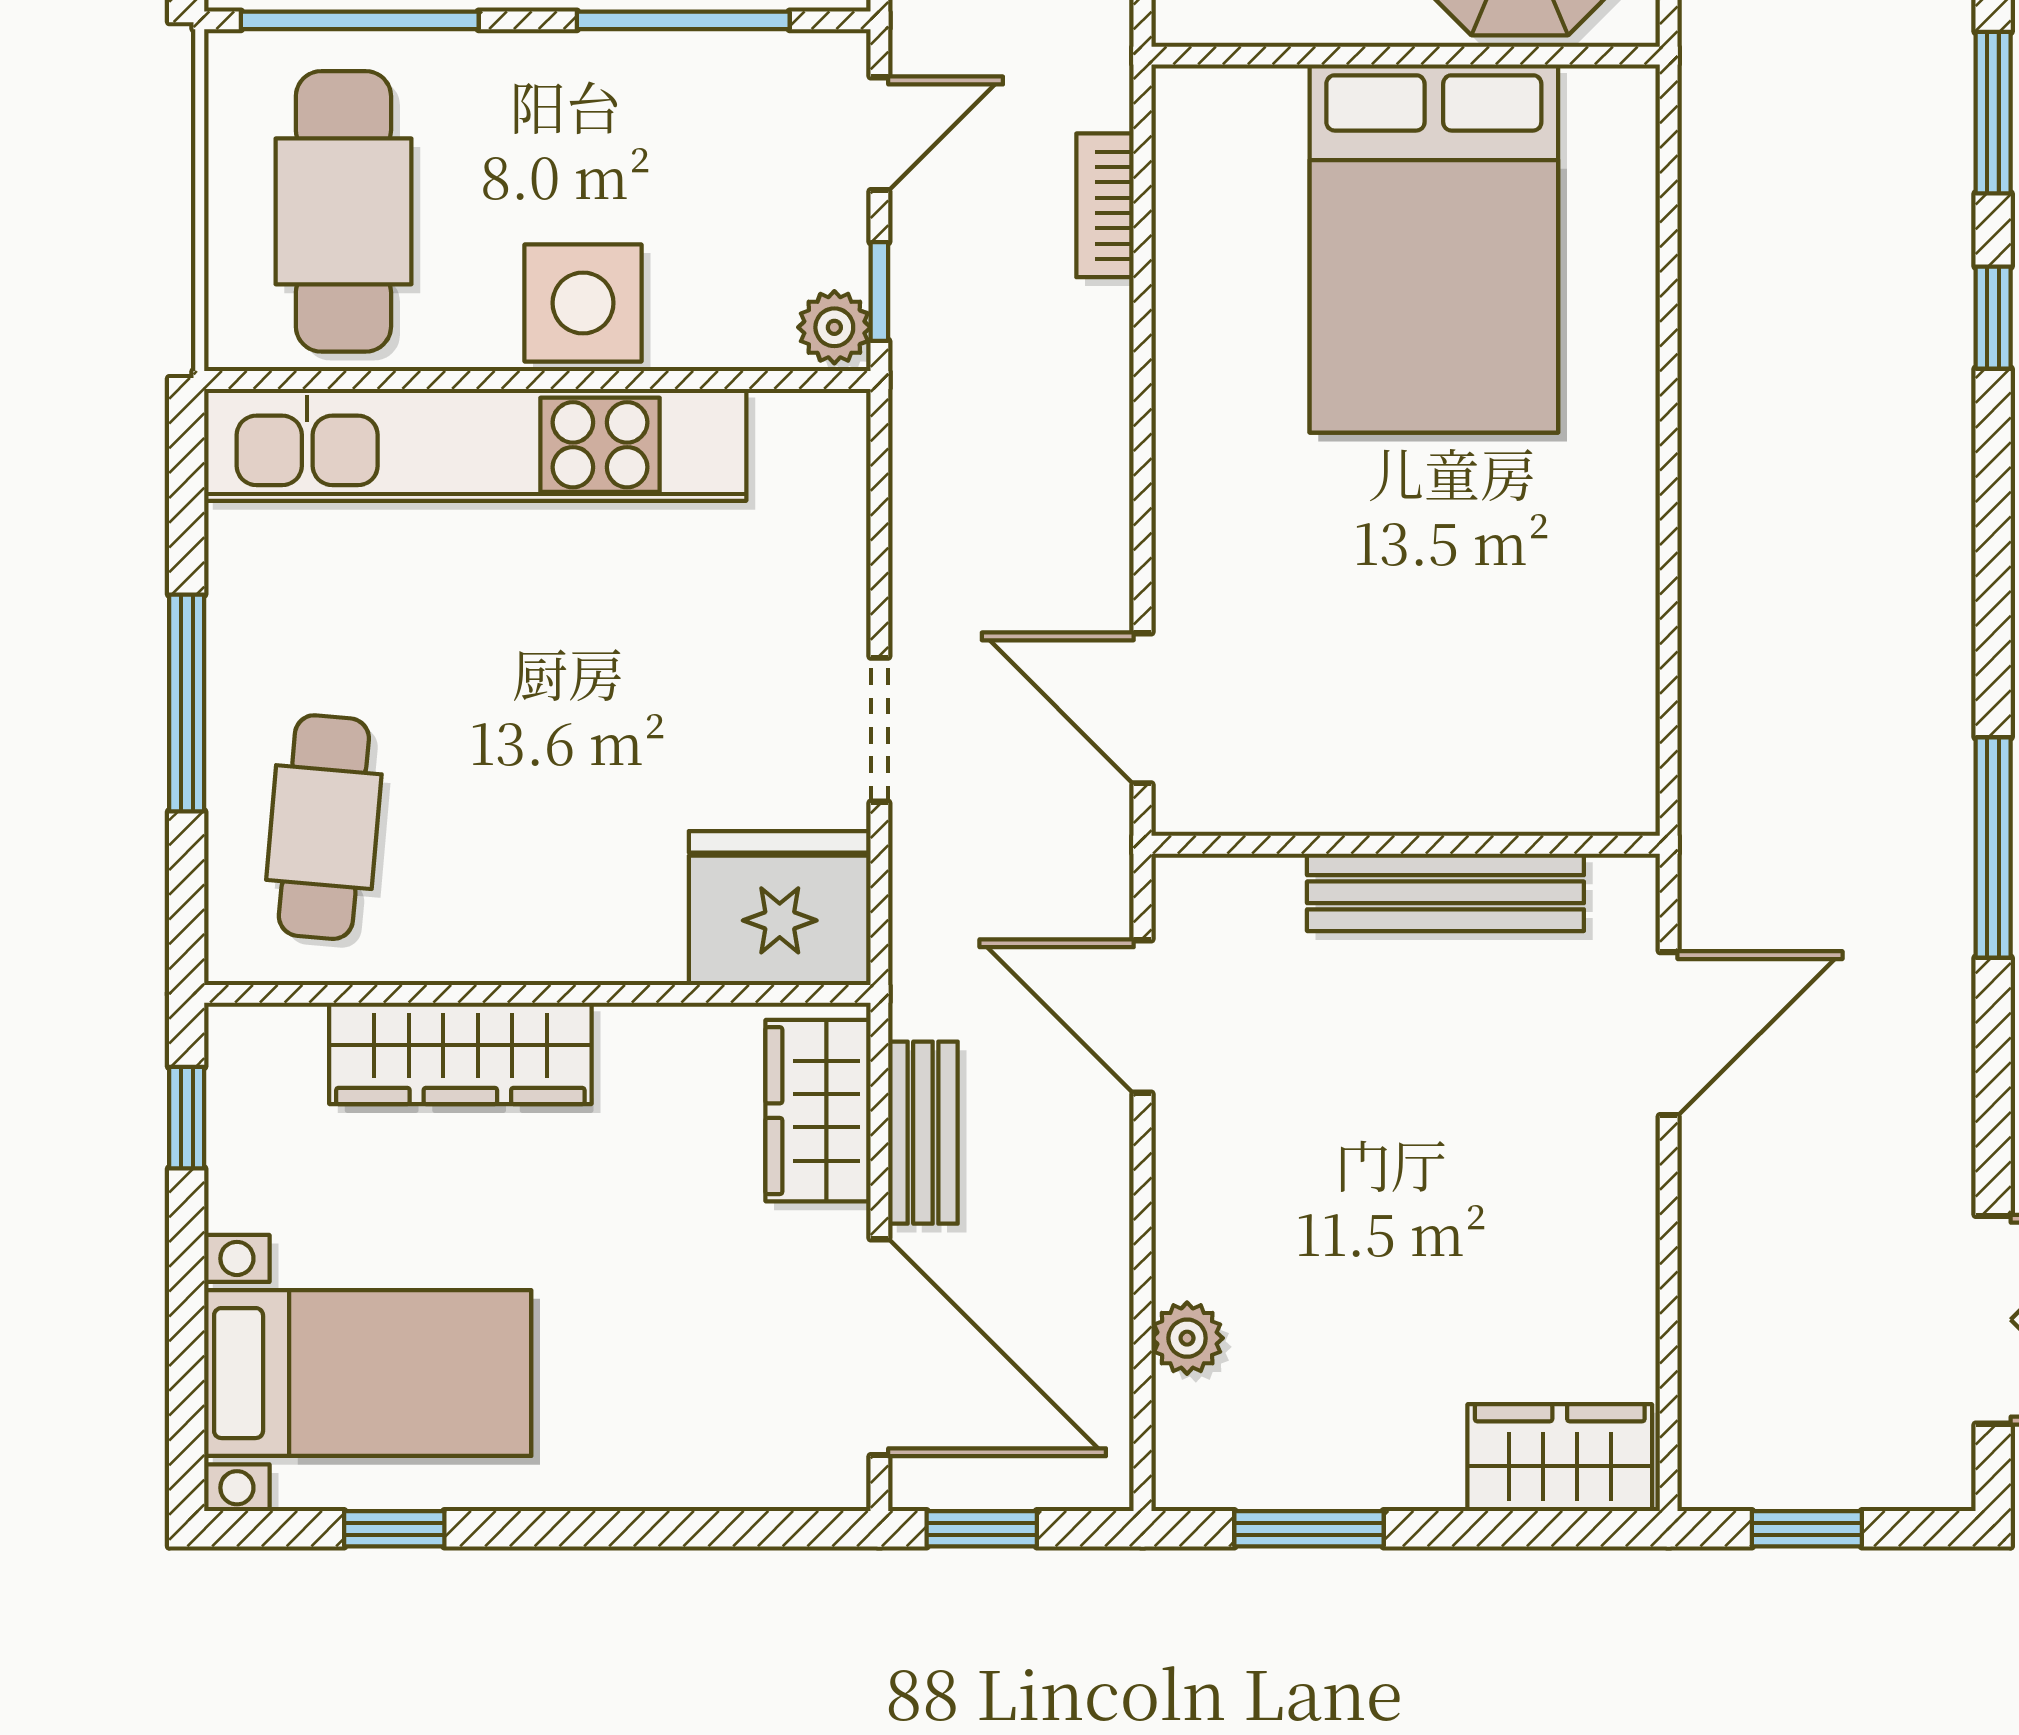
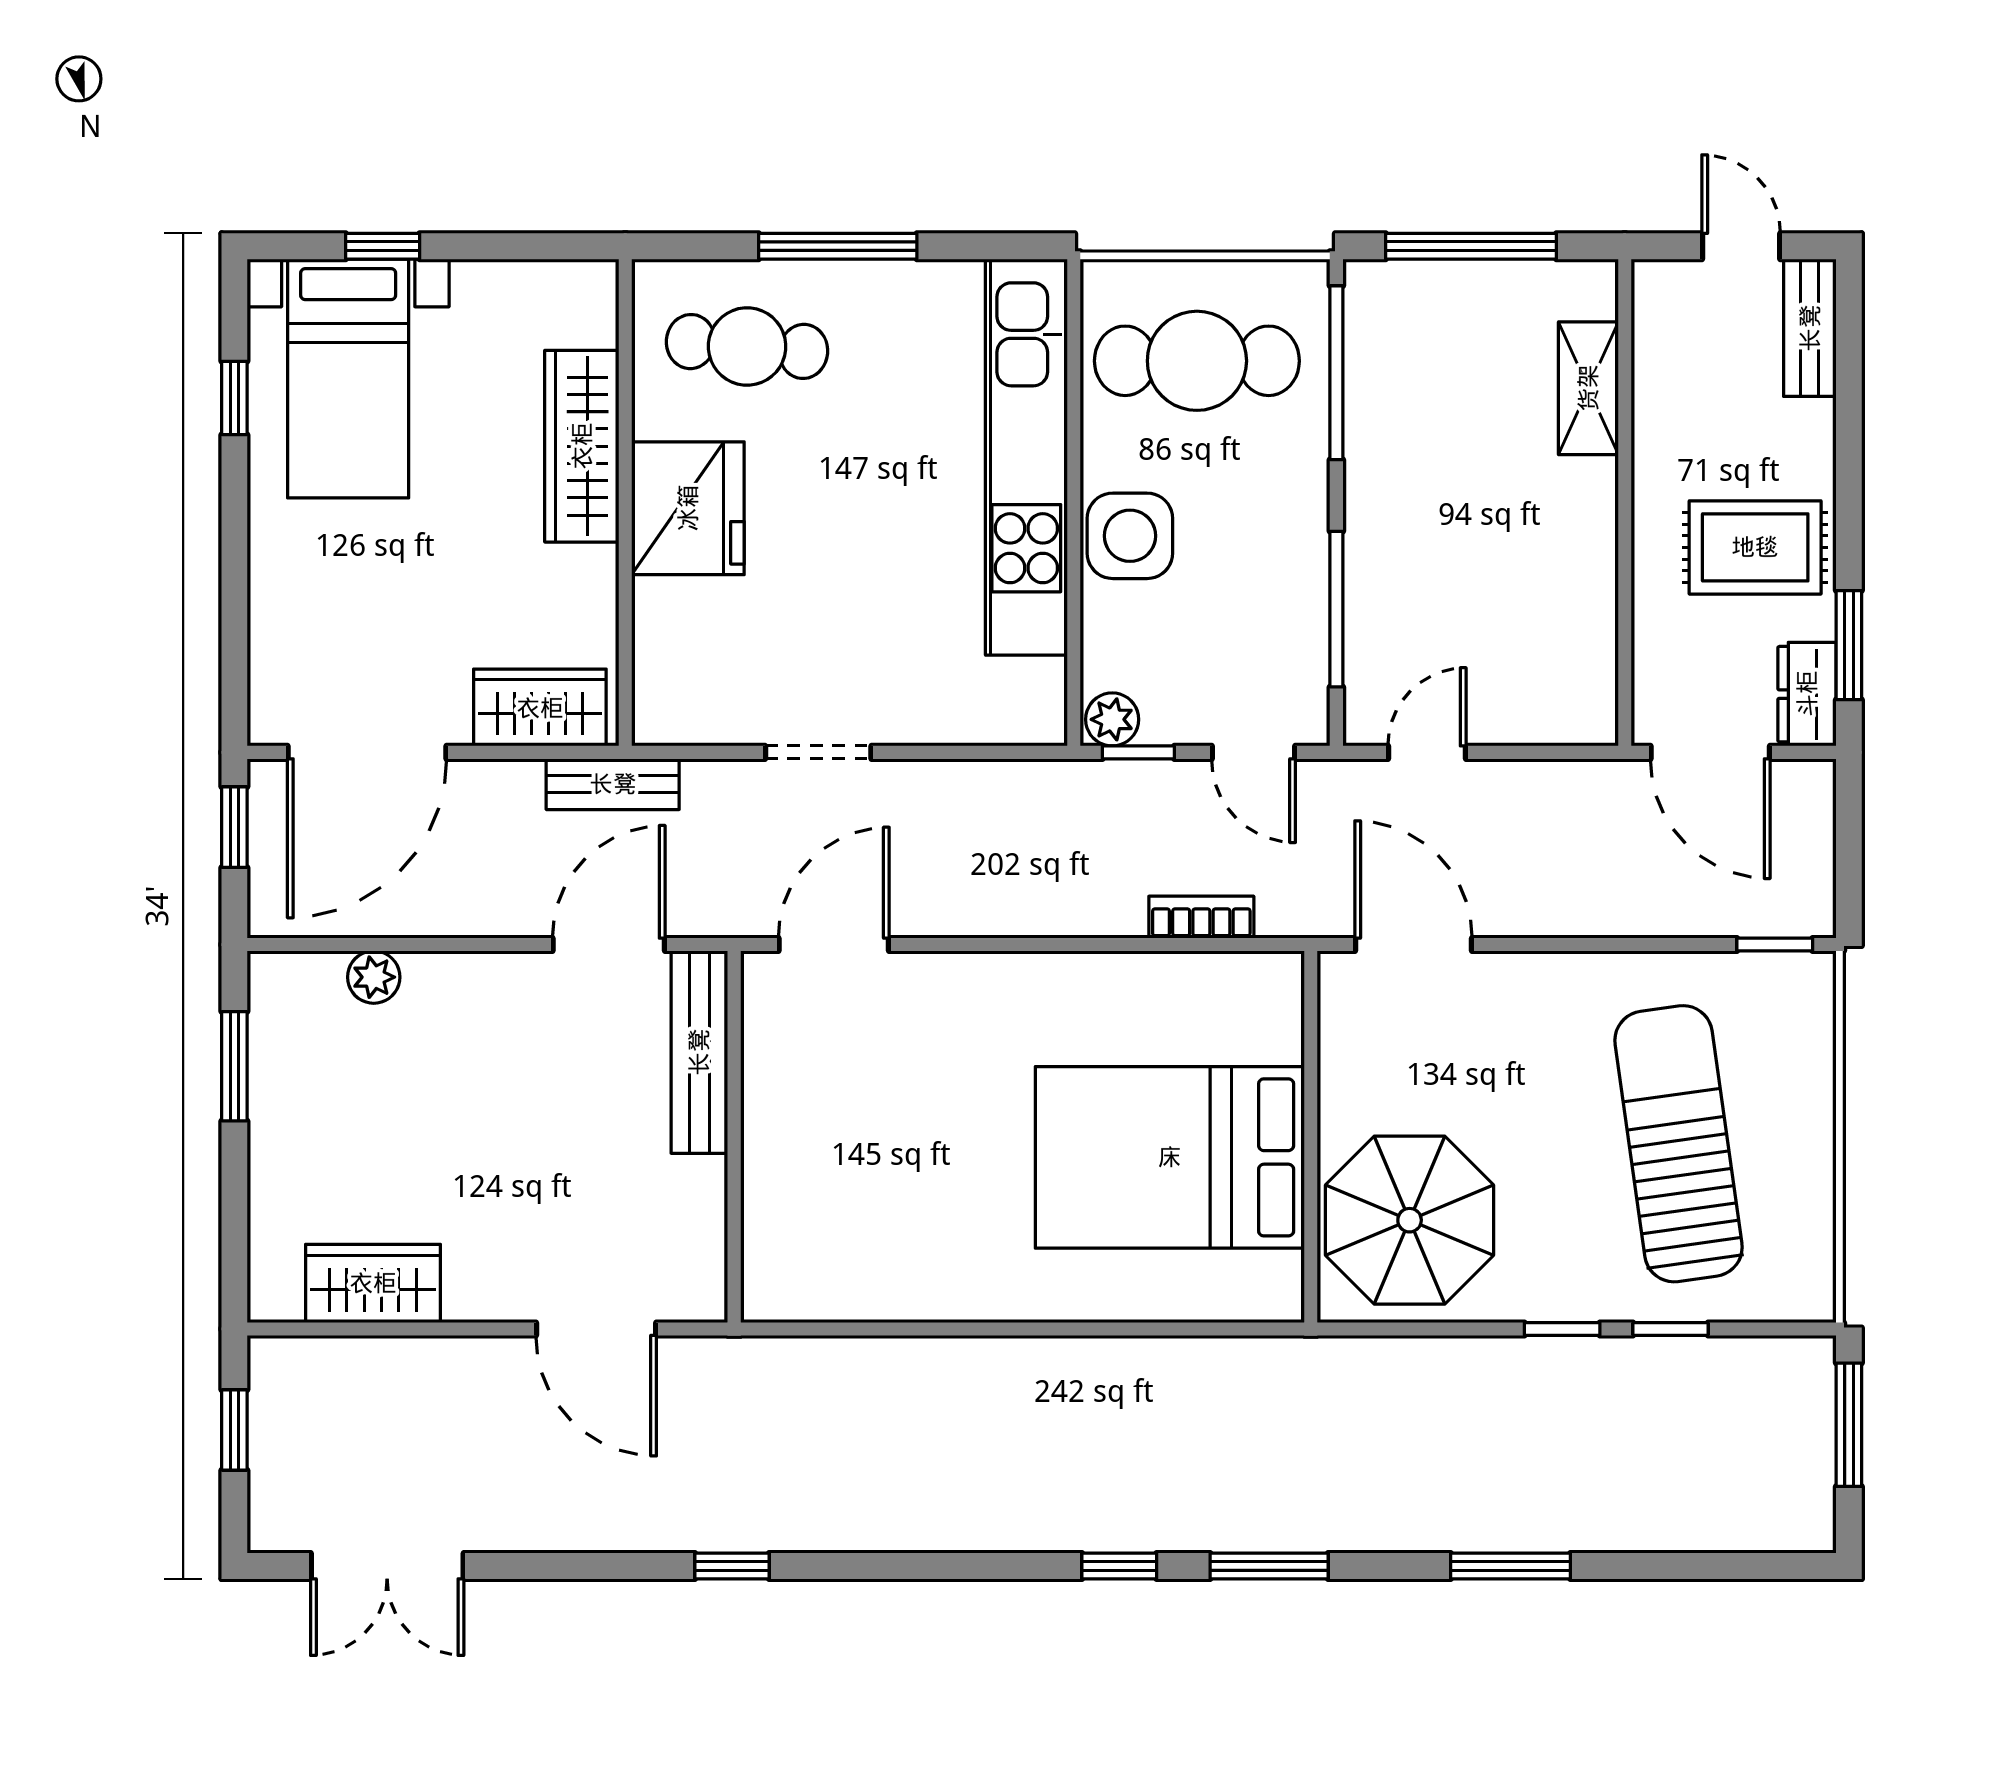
window: (1993, 848) -> (732, 1566), width x0.46
bench: (1445, 892) -> (699, 1052), moved
fridge: (780, 908) -> (688, 508), moved
window: (187, 1118) -> (383, 246), moved
bench: (923, 1133) -> (613, 784), moved
wardrobe: (1560, 1458) -> (373, 1283), moved, turned -90

